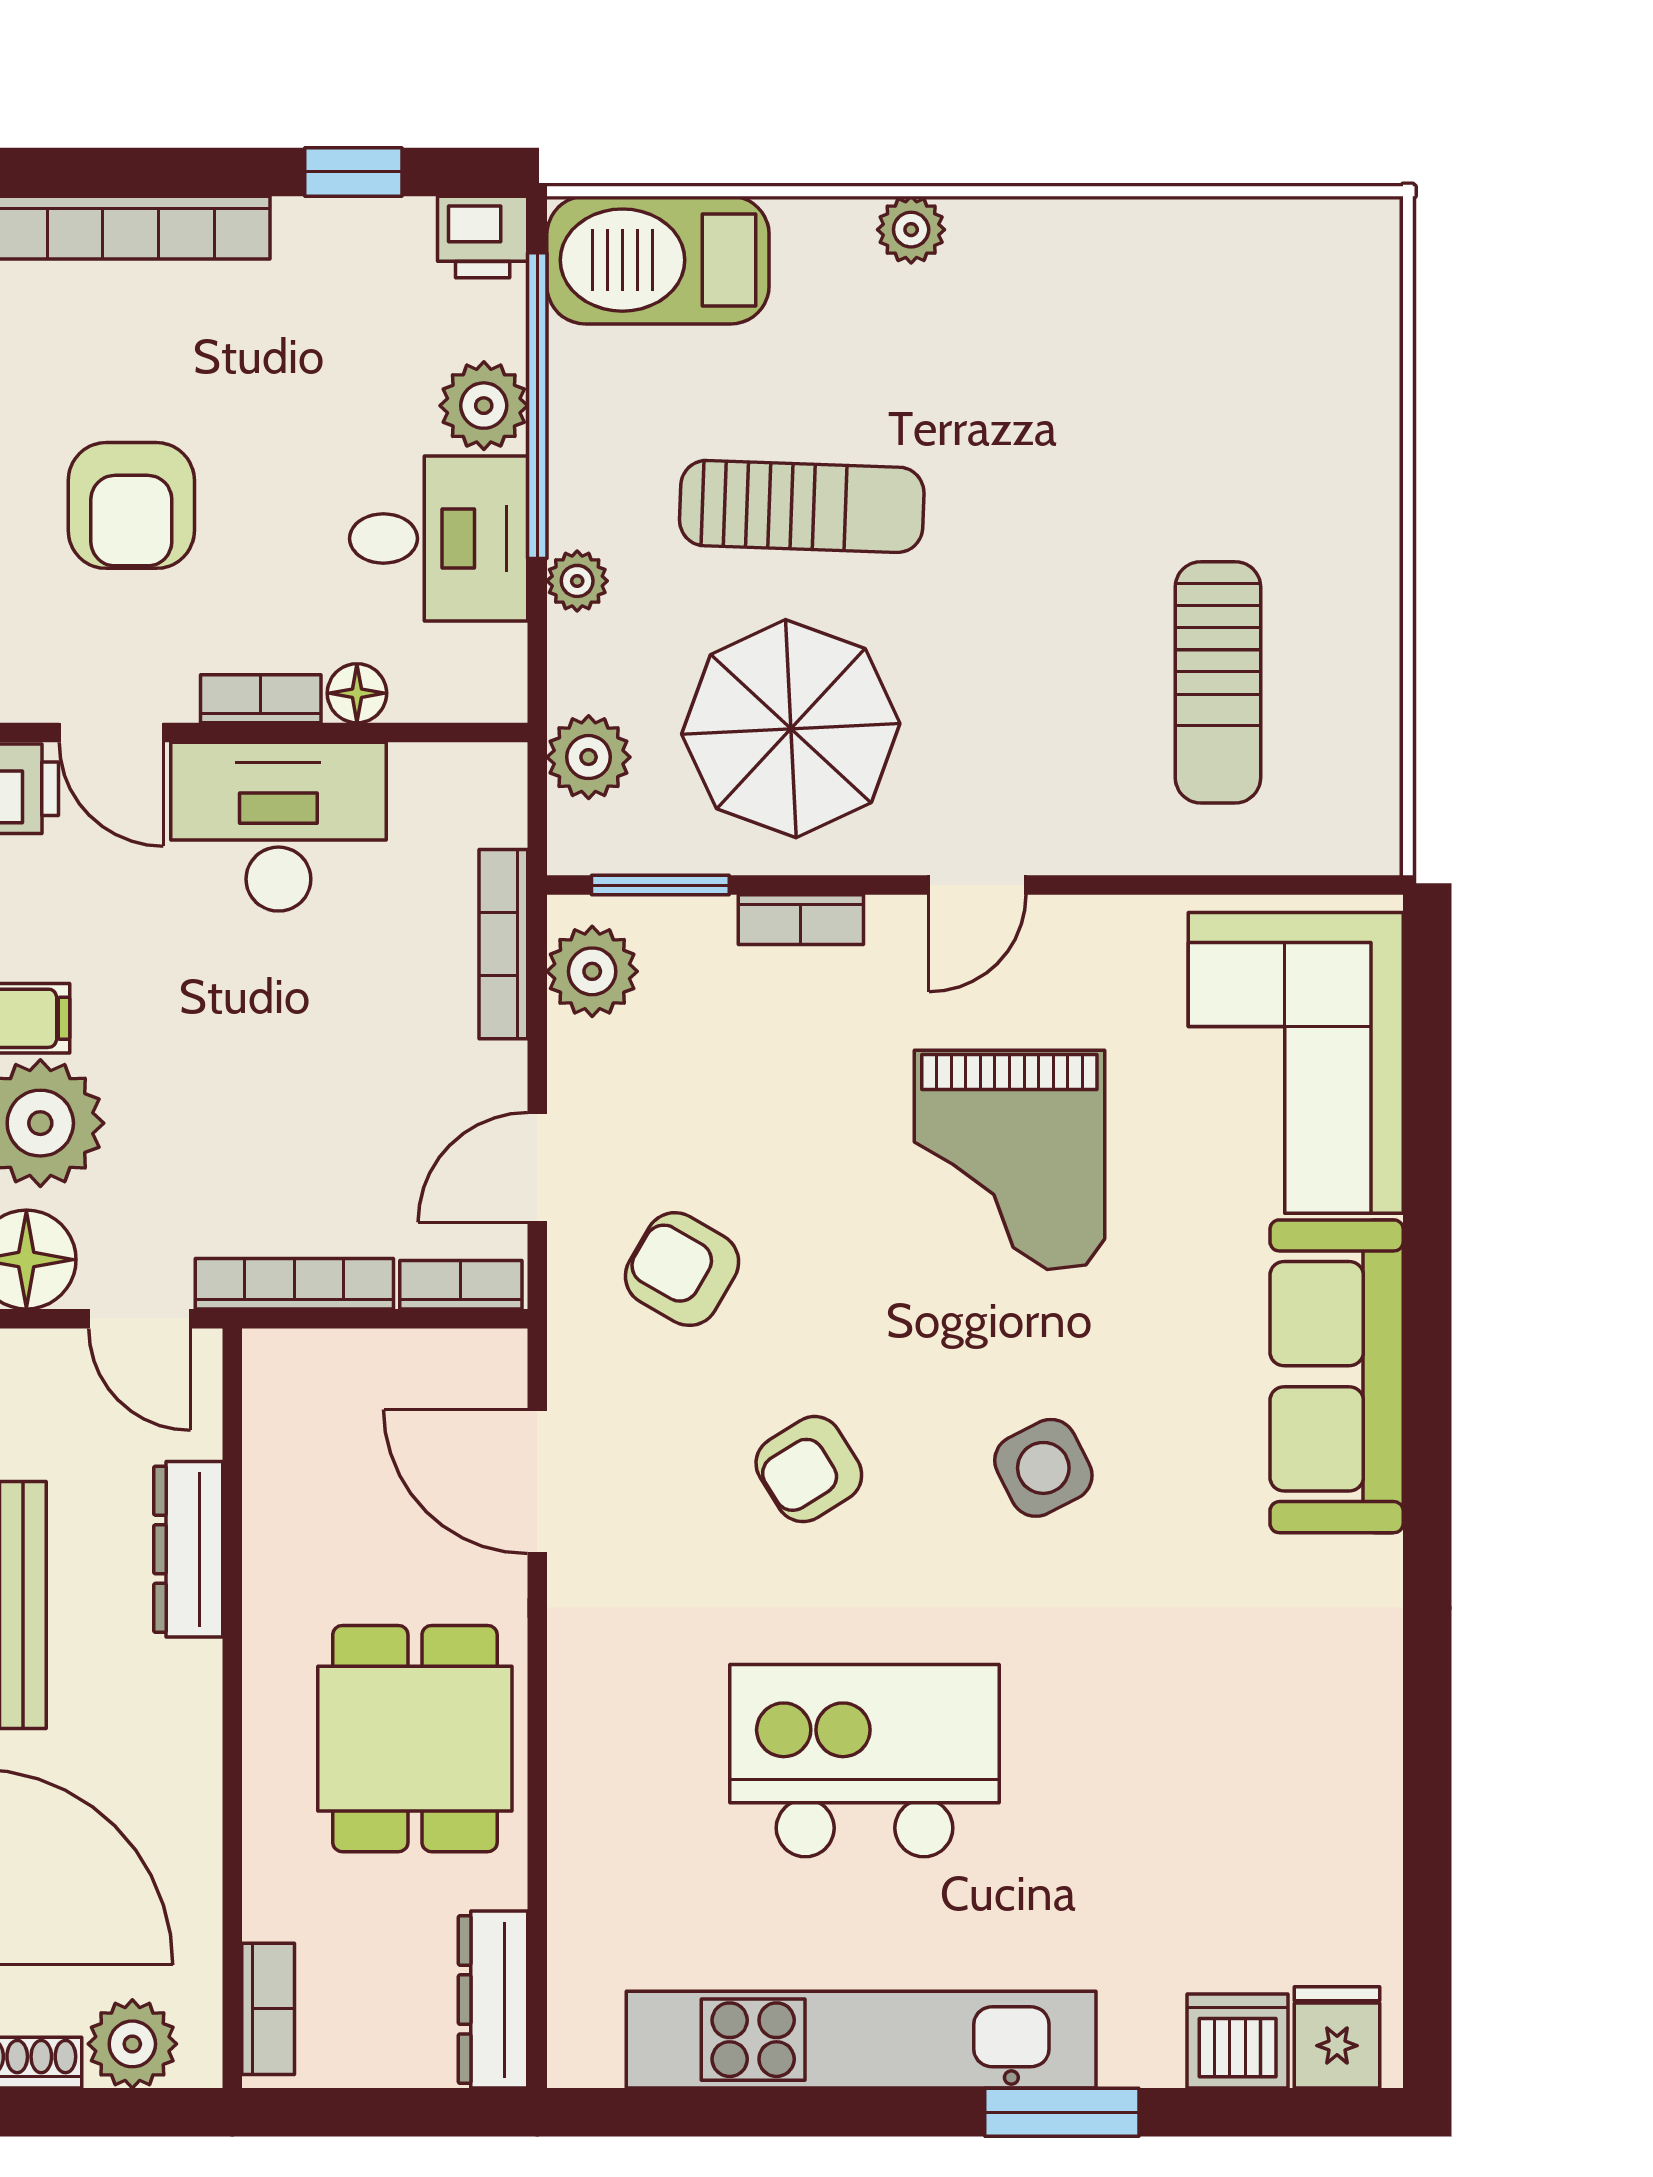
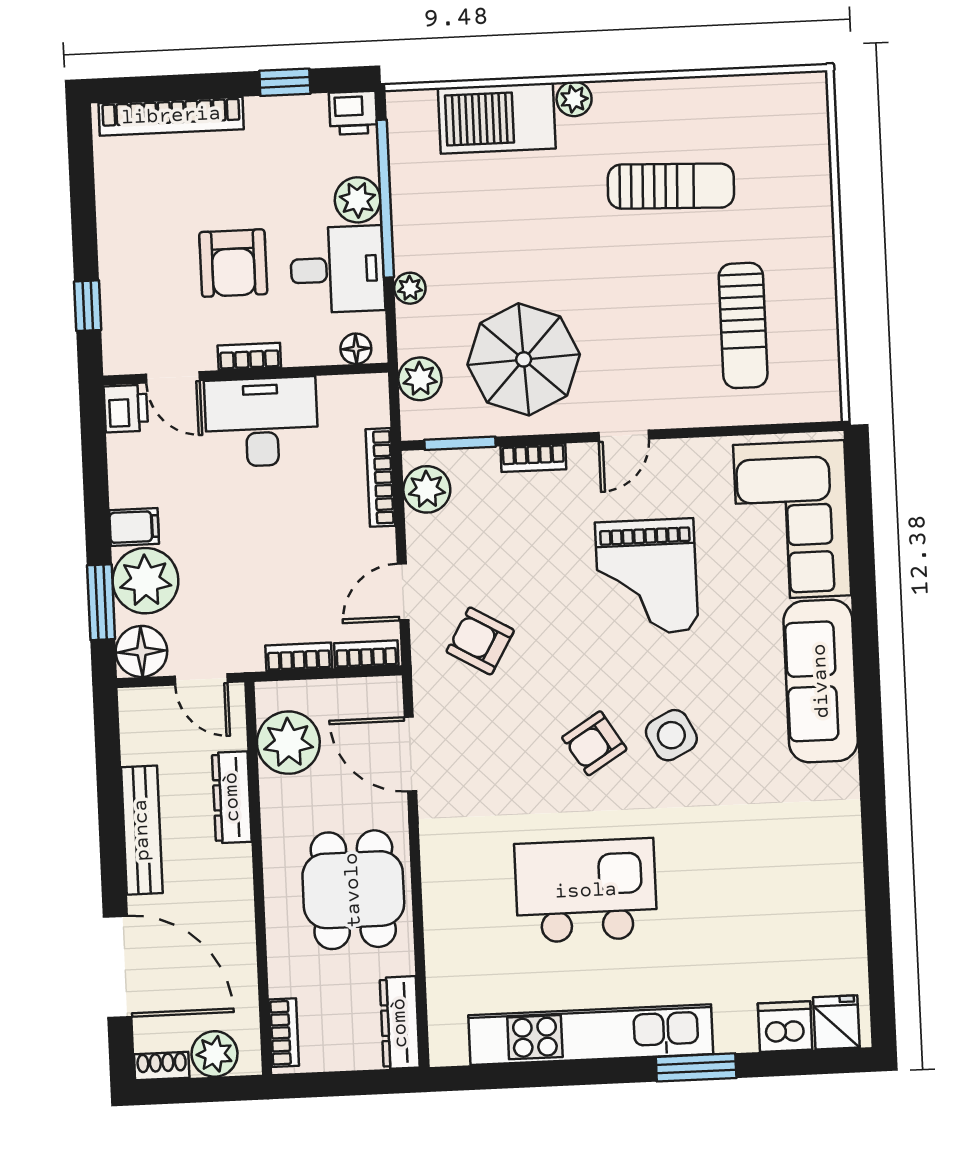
barbecue: (658, 260) -> (497, 118), moved
armchair: (131, 505) -> (233, 263), moved
sun lounger: (802, 506) -> (671, 186), moved
floor lamp: (357, 693) -> (356, 349), moved
bookcase: (294, 1284) -> (299, 657), width x0.64
plant: (302, 1449) -> (288, 743), added
armchair: (809, 1469) -> (594, 743), moved

